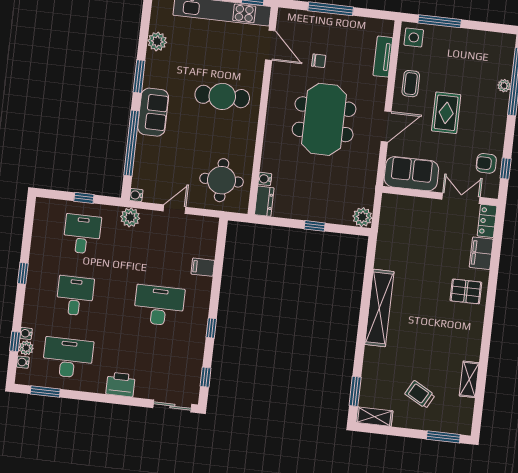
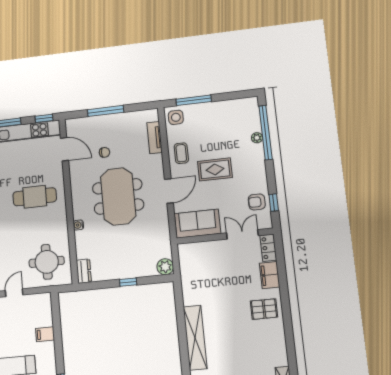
rug: (446, 113) -> (215, 169), turned 90
water cooler: (265, 179) -> (78, 225), moved

